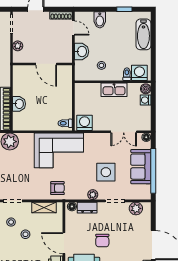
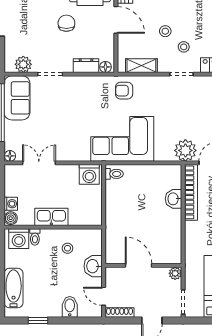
wall: (42, 64) -> (143, 265), moved
door: (46, 64) -> (138, 265), moved
sofa: (141, 167) -> (17, 98), moved
side table: (106, 172) -> (62, 111), removed
plant: (93, 195) -> (79, 82), removed

